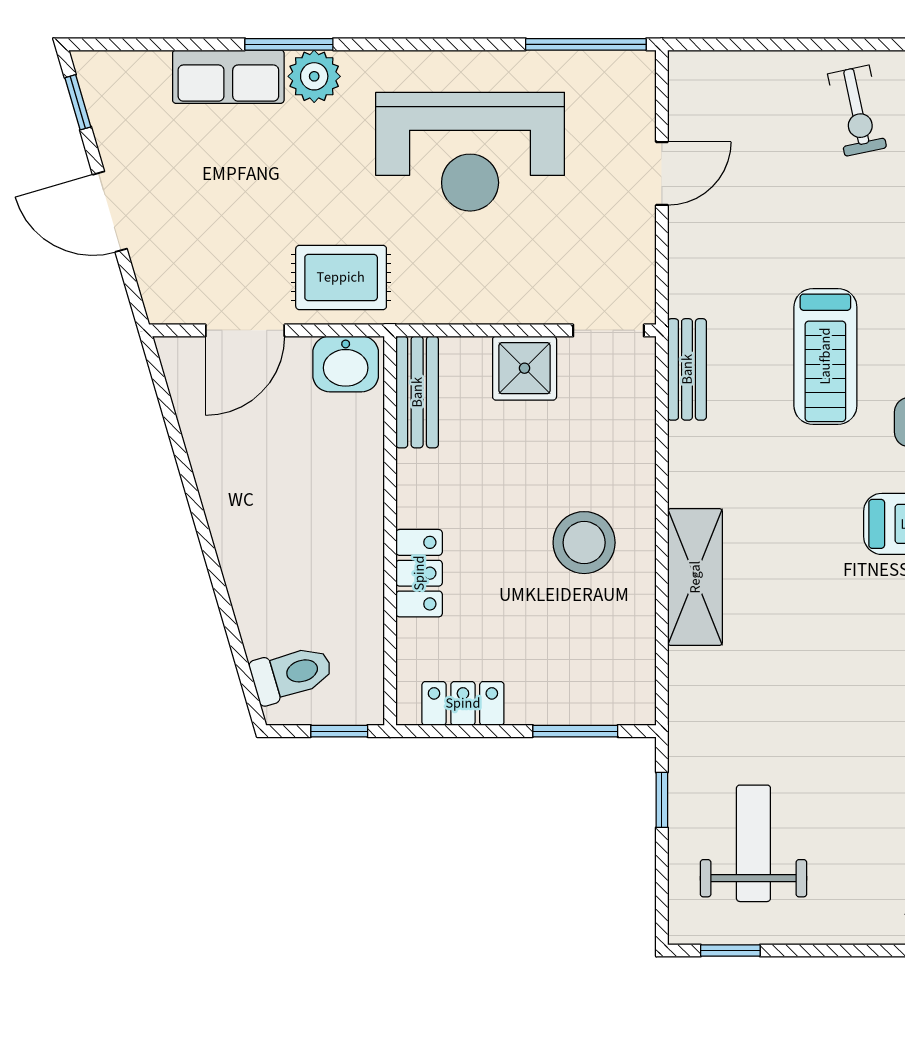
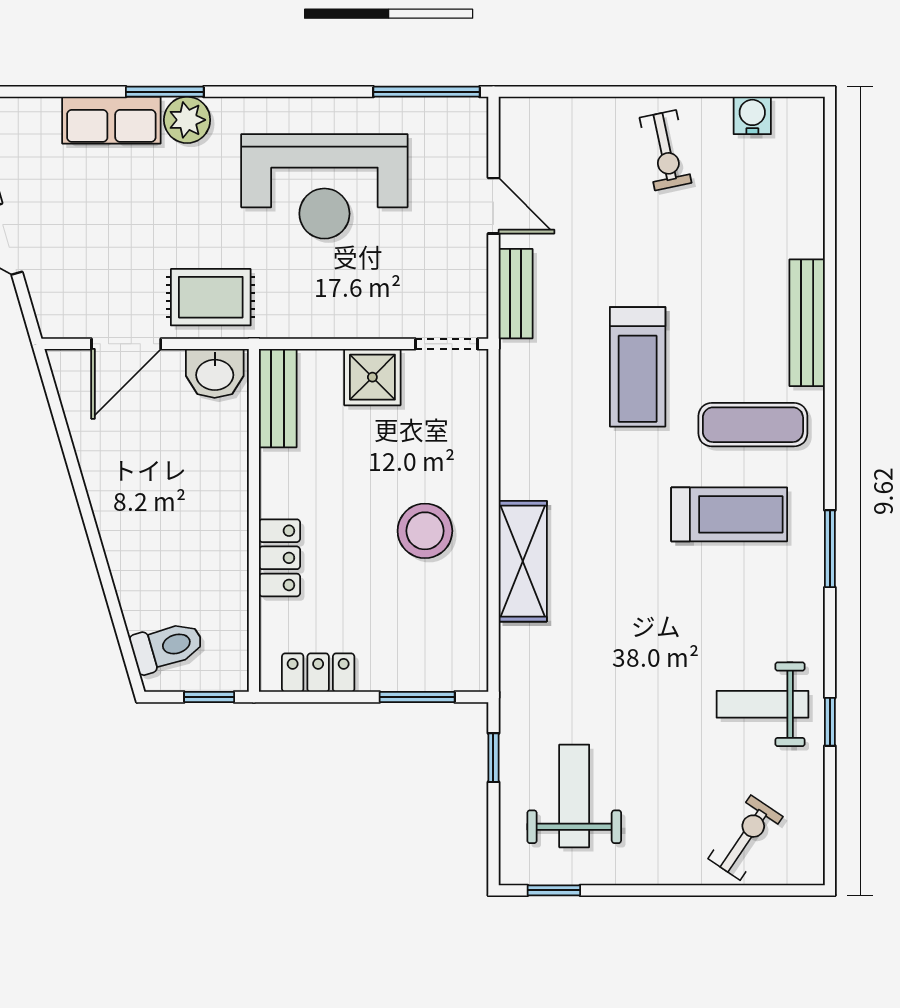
door: (662, 174) -> (493, 206), hinge flipped
bench: (687, 369) -> (516, 294), moved

